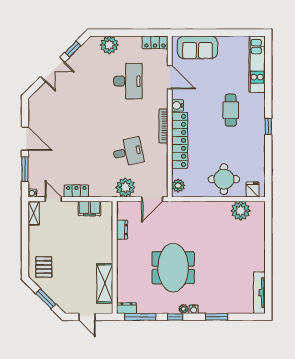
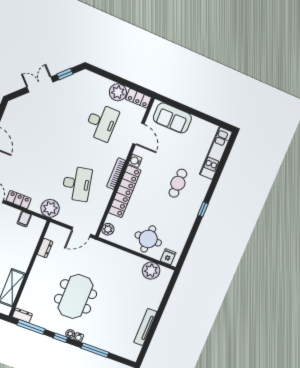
plant: (109, 45) -> (118, 92), moved
double door: (53, 69) -> (40, 84), swing flipped
desk: (128, 152) -> (77, 184), width x1.37
plant: (125, 187) -> (50, 208), moved
filing cabinet: (90, 208) -> (24, 219), width x0.50
tv unit: (259, 293) -> (145, 327), moved
window: (217, 317) -> (95, 350), width x1.44

